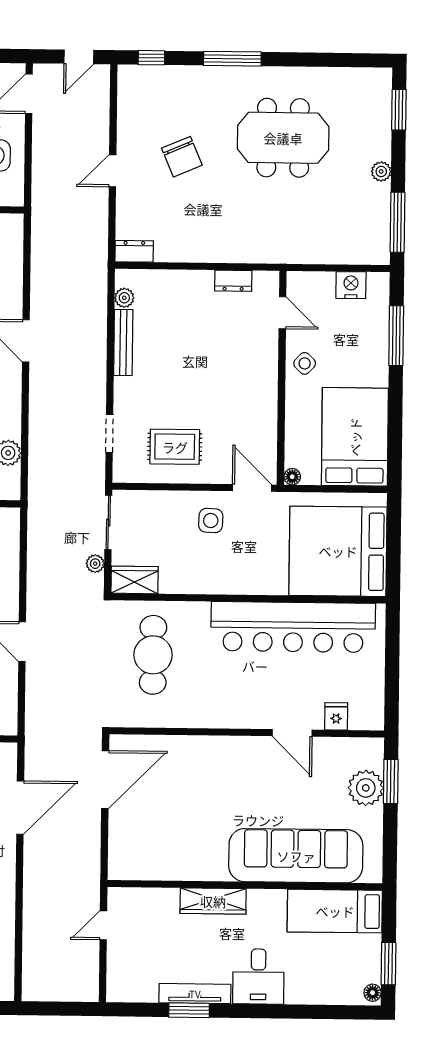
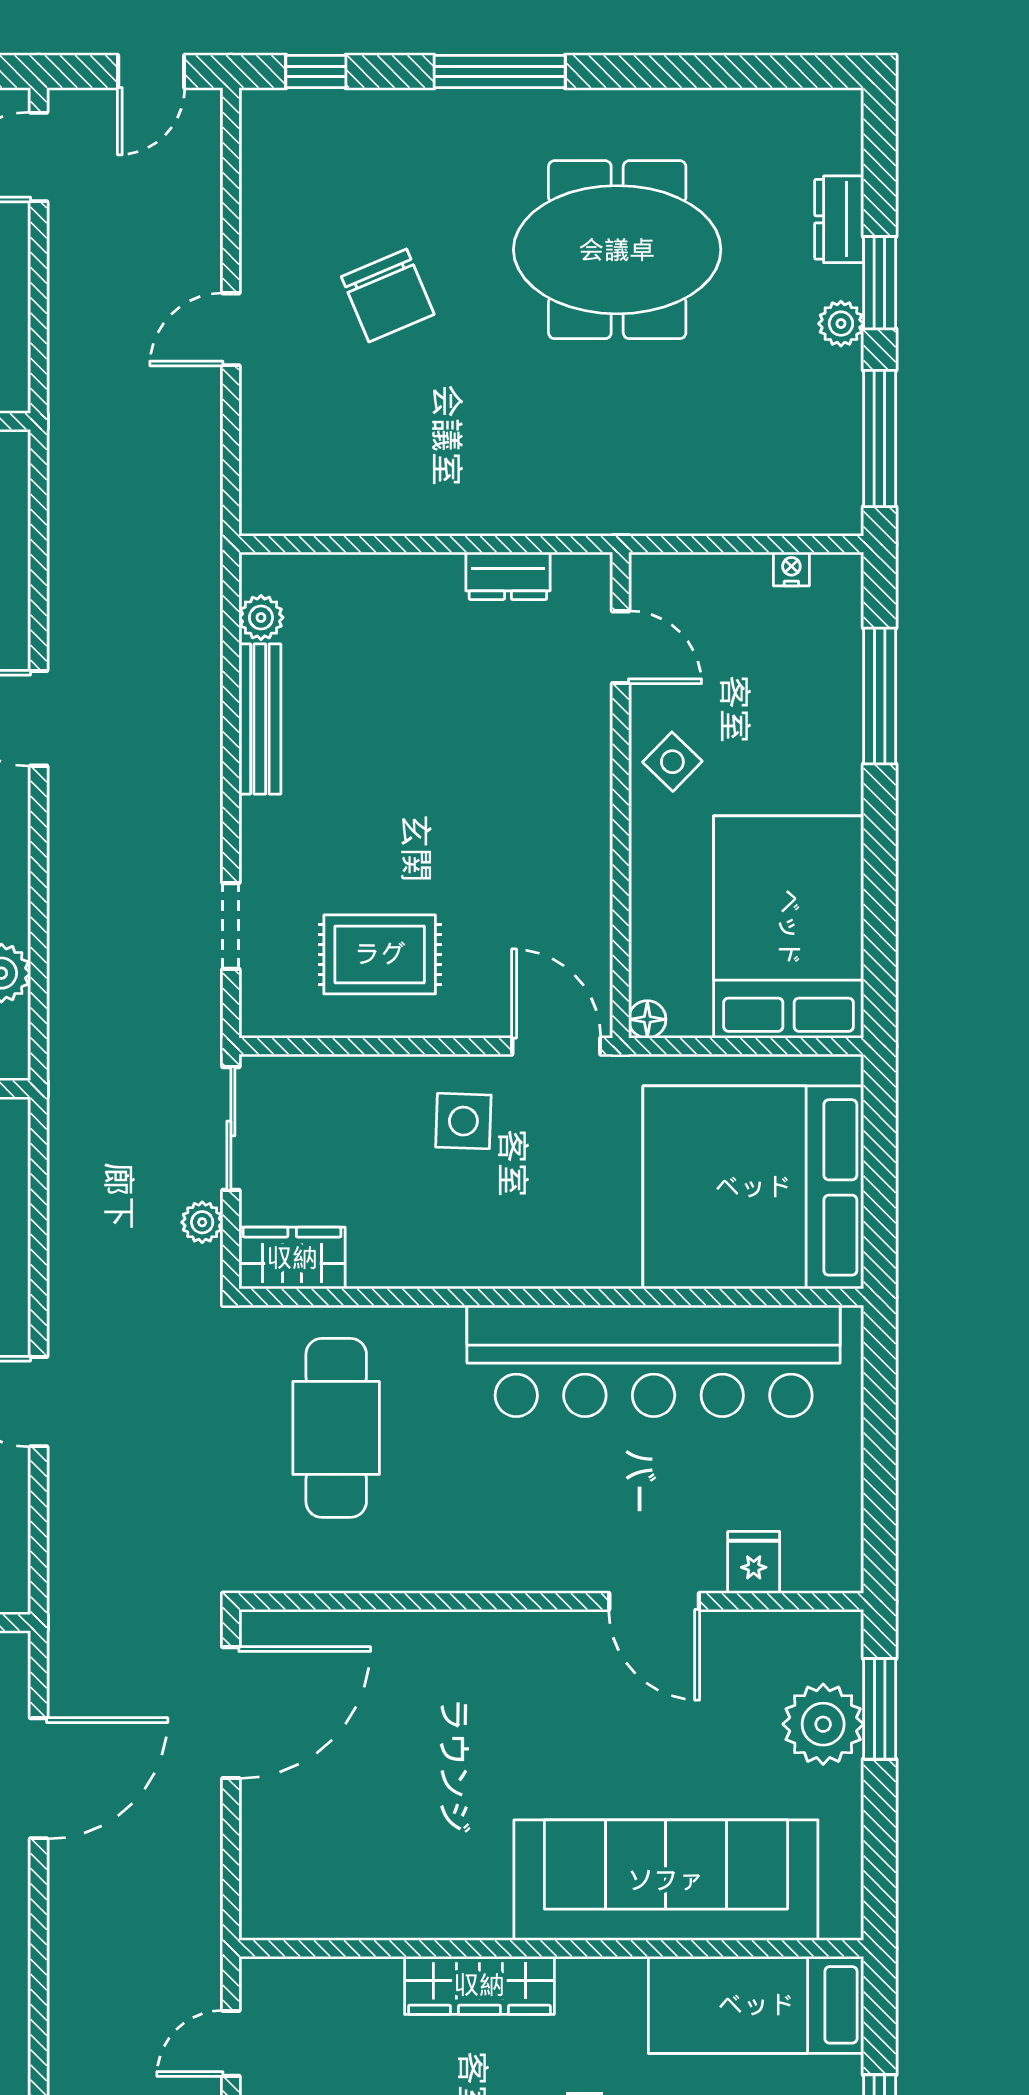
window: (399, 110) -> (880, 283), moved
dresser: (134, 251) -> (839, 219), moved, turned -90
nightstand: (351, 285) -> (791, 569), width x0.53, depth x0.56

